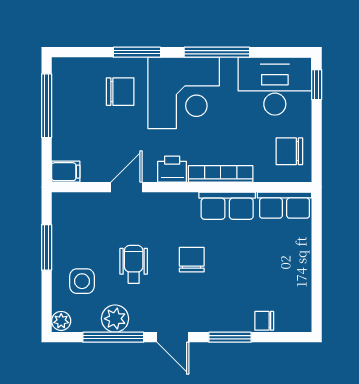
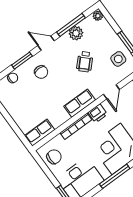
row of seats: (227, 206) -> (80, 103), moved
chair: (192, 260) -> (41, 72), moved
wheelchair: (134, 264) -> (85, 62), turned 44
side table: (82, 281) -> (118, 59), moved

